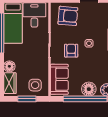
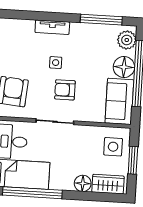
sofa: (59, 79) -> (119, 101), moved, turned -90

